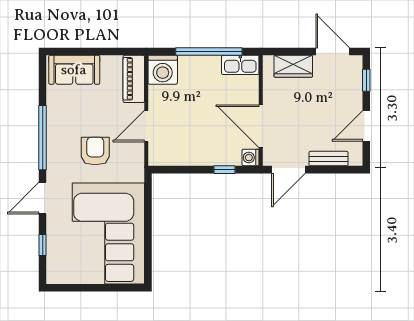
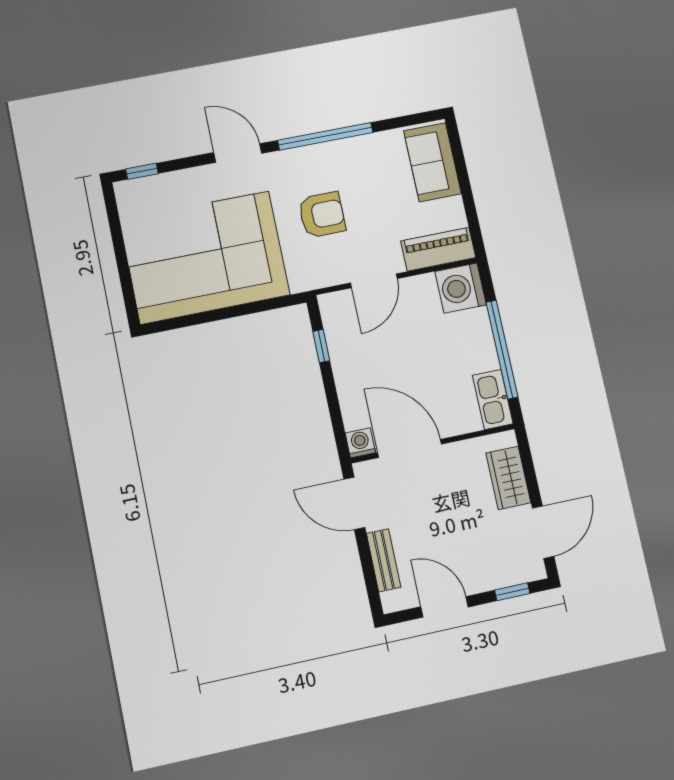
door: (146, 126) -> (374, 281), swing flipped
door: (261, 126) -> (410, 448), hinge flipped
window: (224, 170) -> (321, 346), moved
window: (43, 245) -> (142, 171), moved

